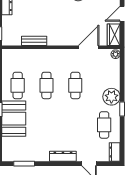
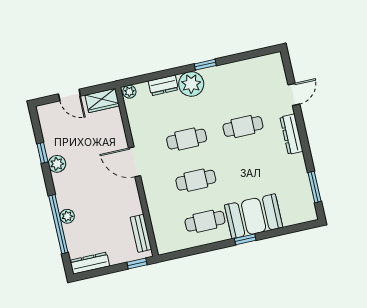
bench: (34, 41) -> (141, 233), moved
door: (89, 47) -> (135, 162), moved
cafe table: (104, 125) -> (243, 126), moved
dresser: (115, 152) -> (163, 85), moved

